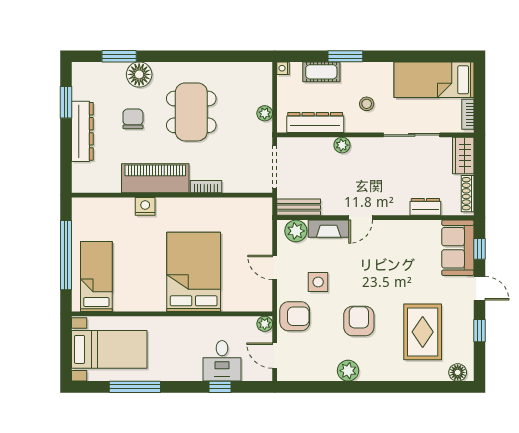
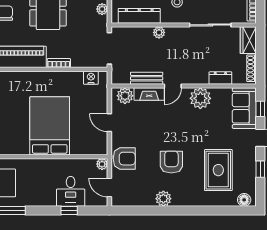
nightstand: (145, 206) -> (91, 78), moved
bench: (299, 207) -> (147, 78), moved
plant: (398, 234) -> (200, 98), added
side table: (318, 282) -> (141, 133), removed

